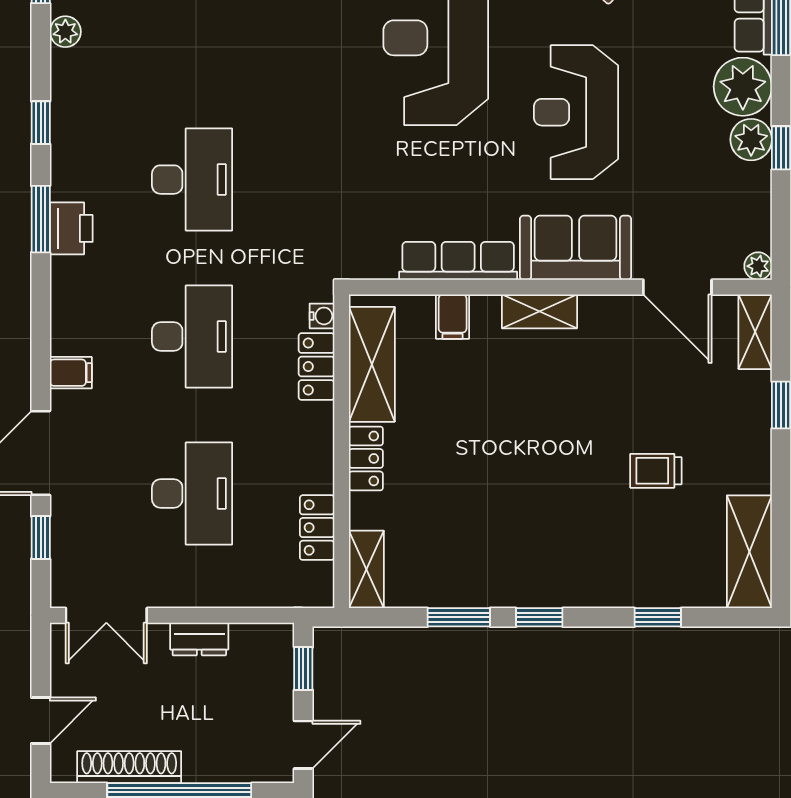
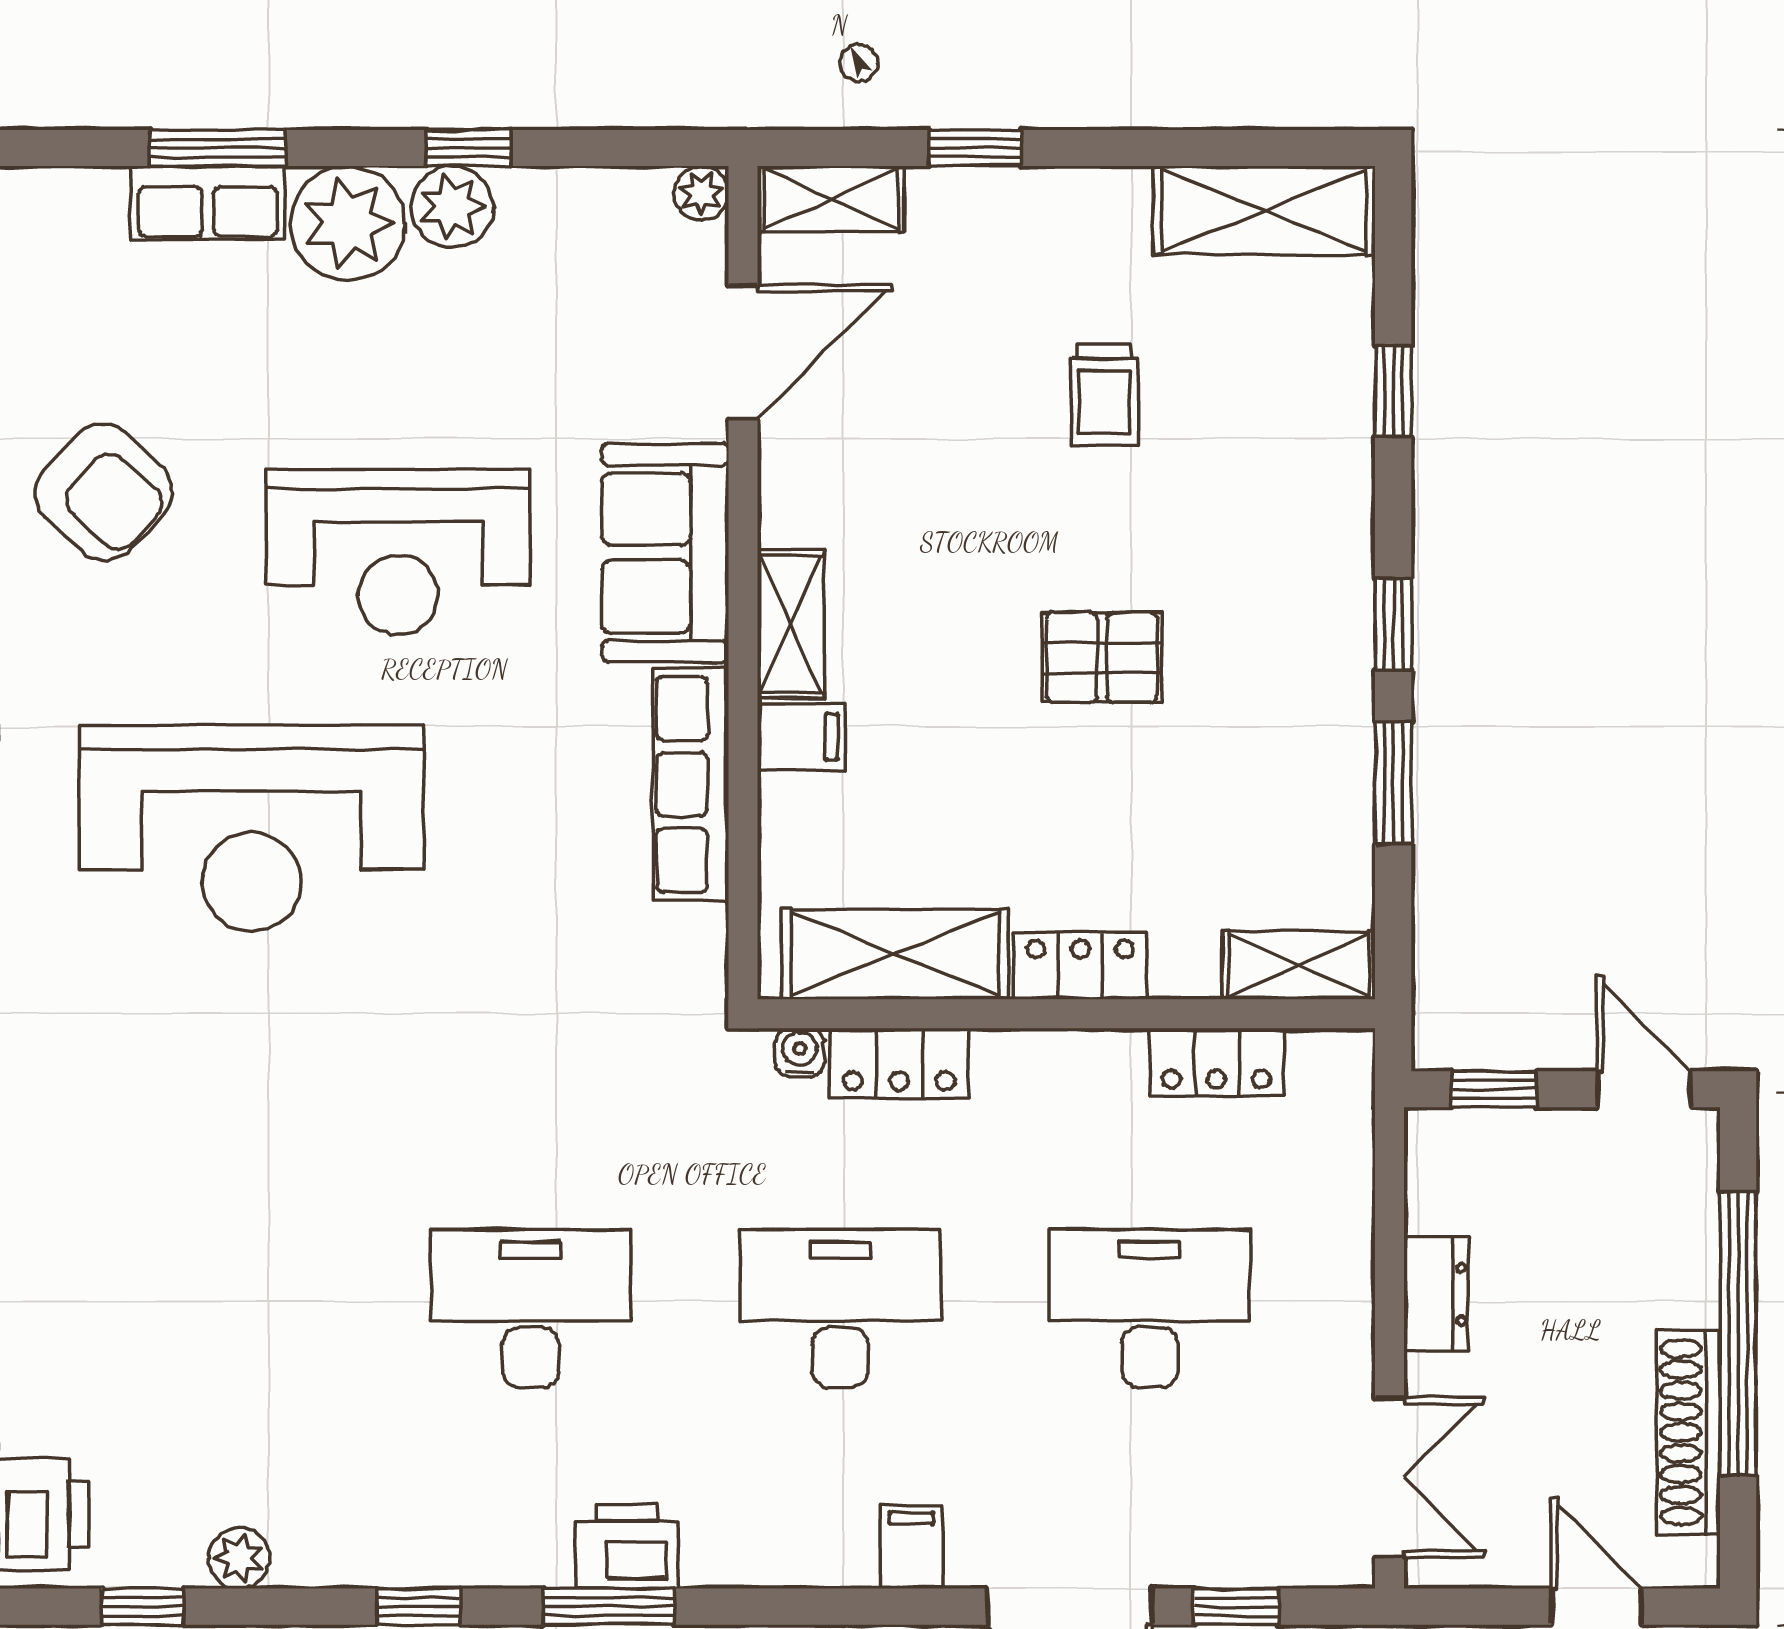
filing cabinet: (453, 317) -> (801, 737), moved
pallet: (522, 469) -> (1102, 657), added

